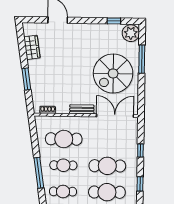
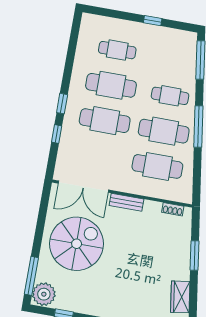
window: (142, 59) -> (31, 276), moved
cafe table: (63, 165) -> (164, 131), width x1.37, depth x1.35
window: (140, 184) -> (62, 104), moved

